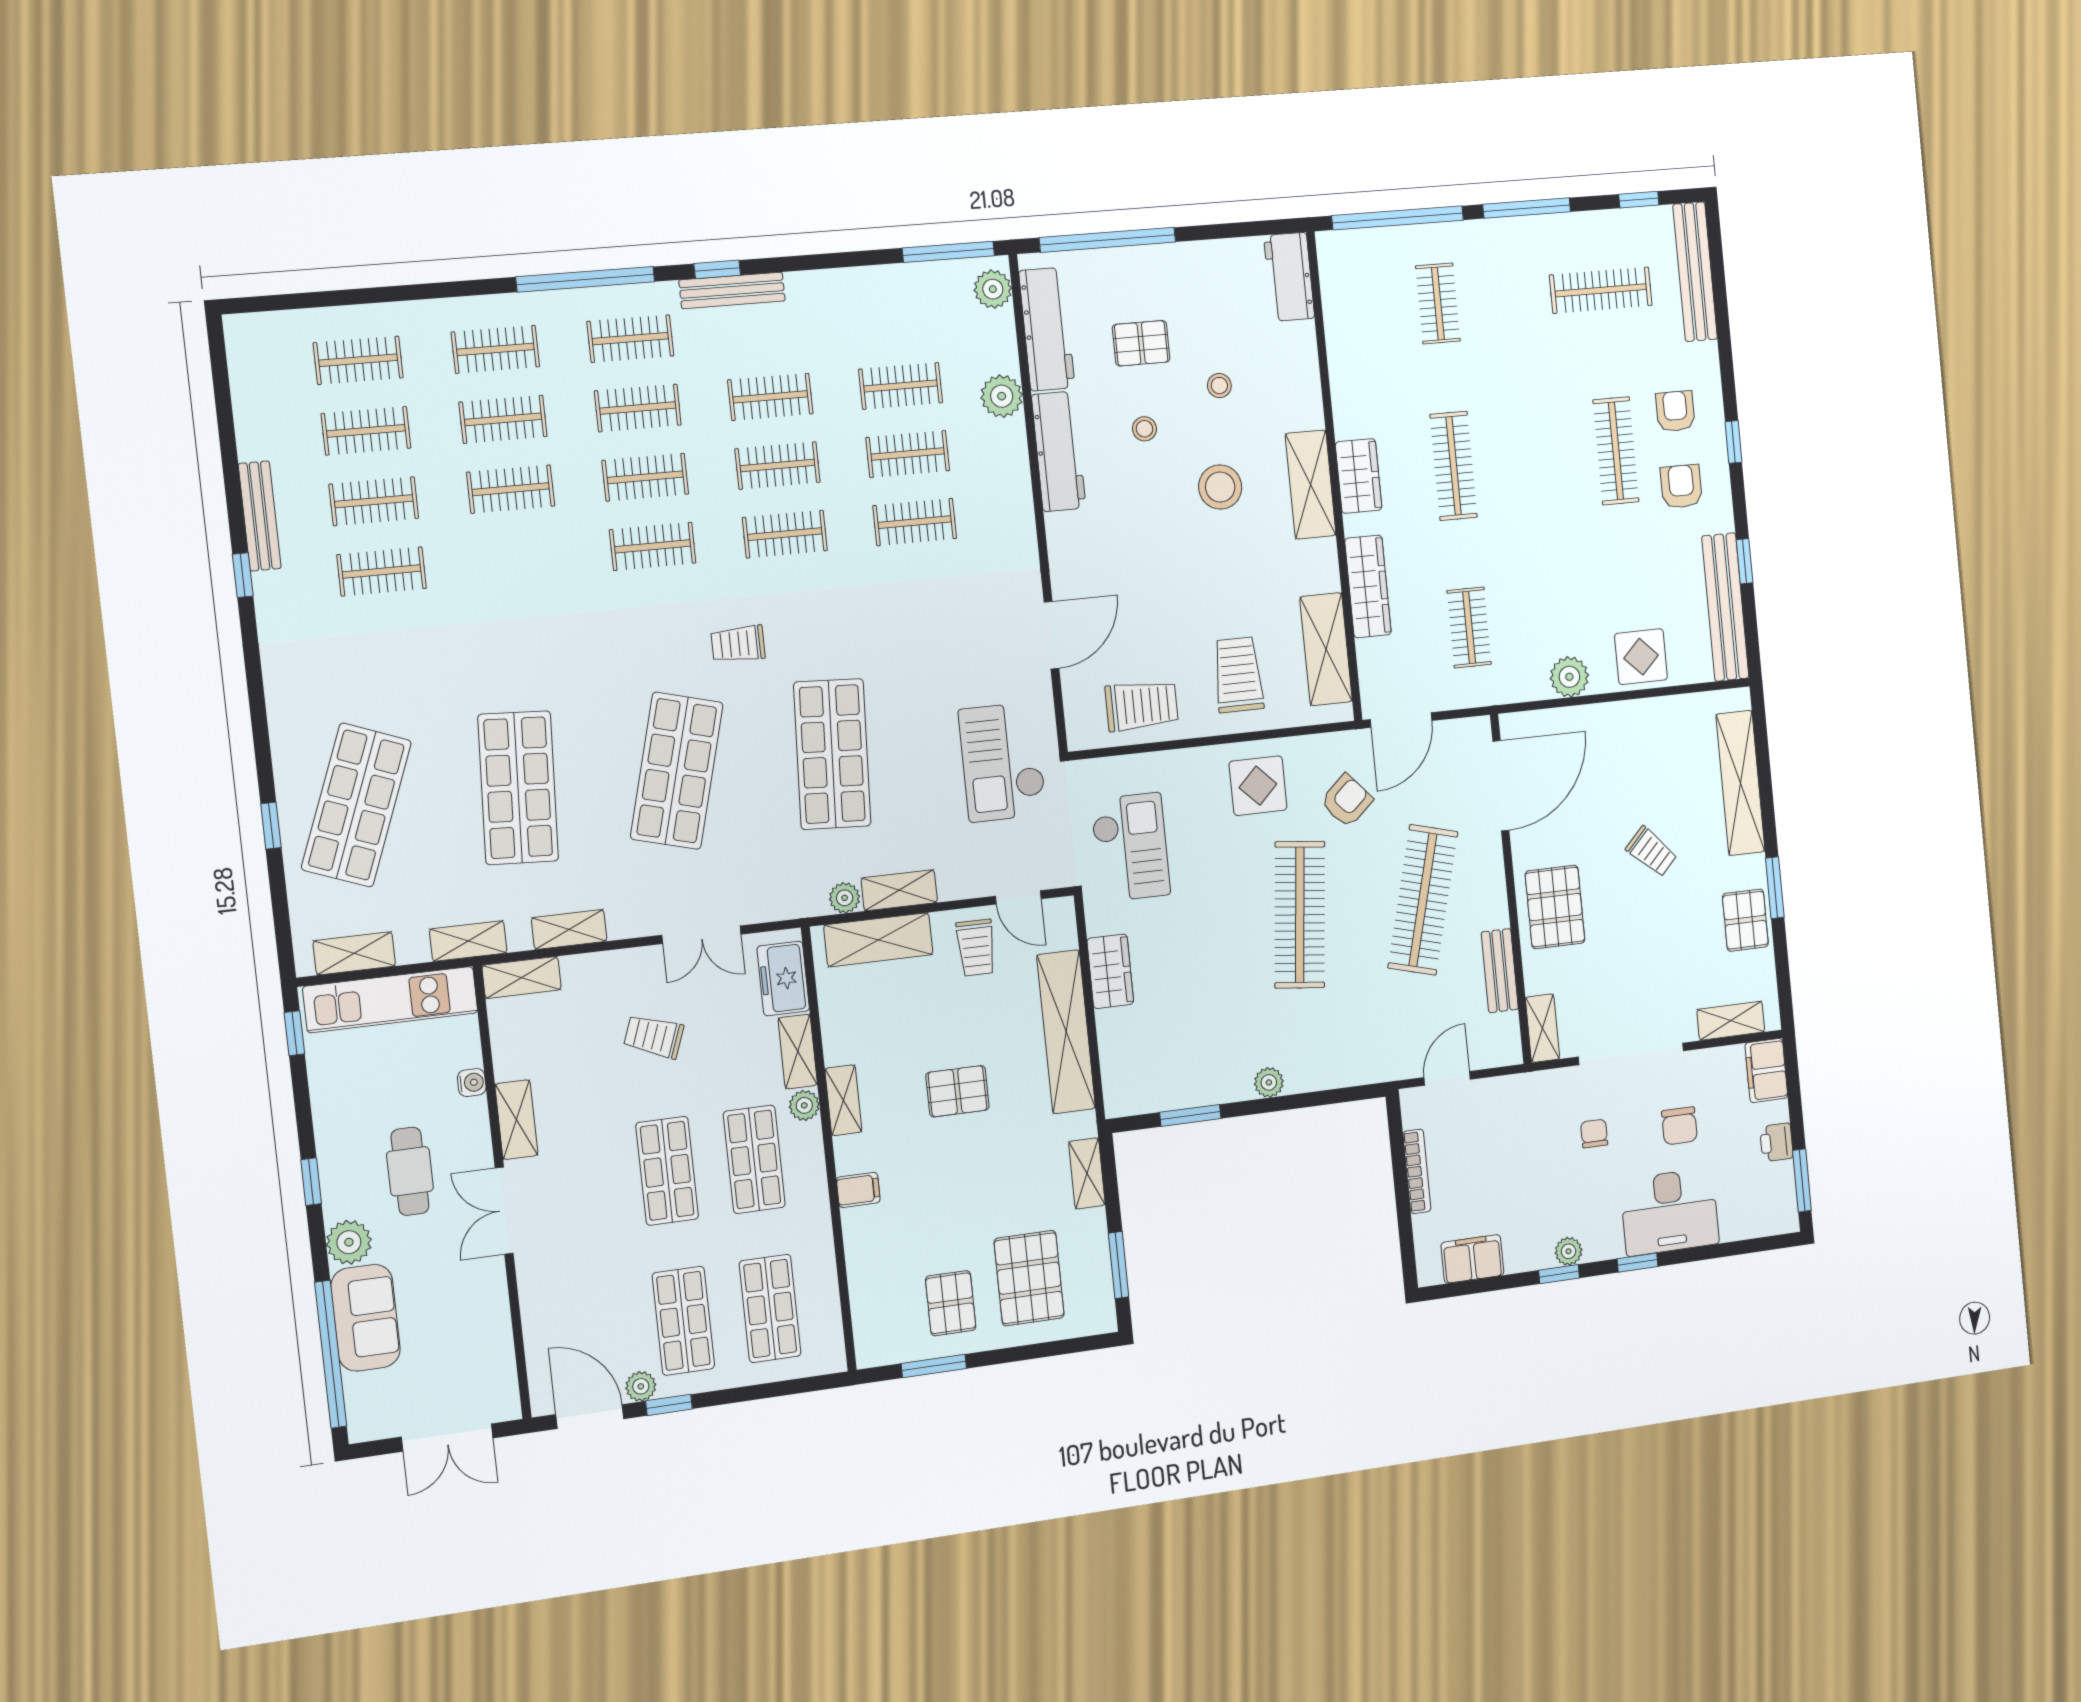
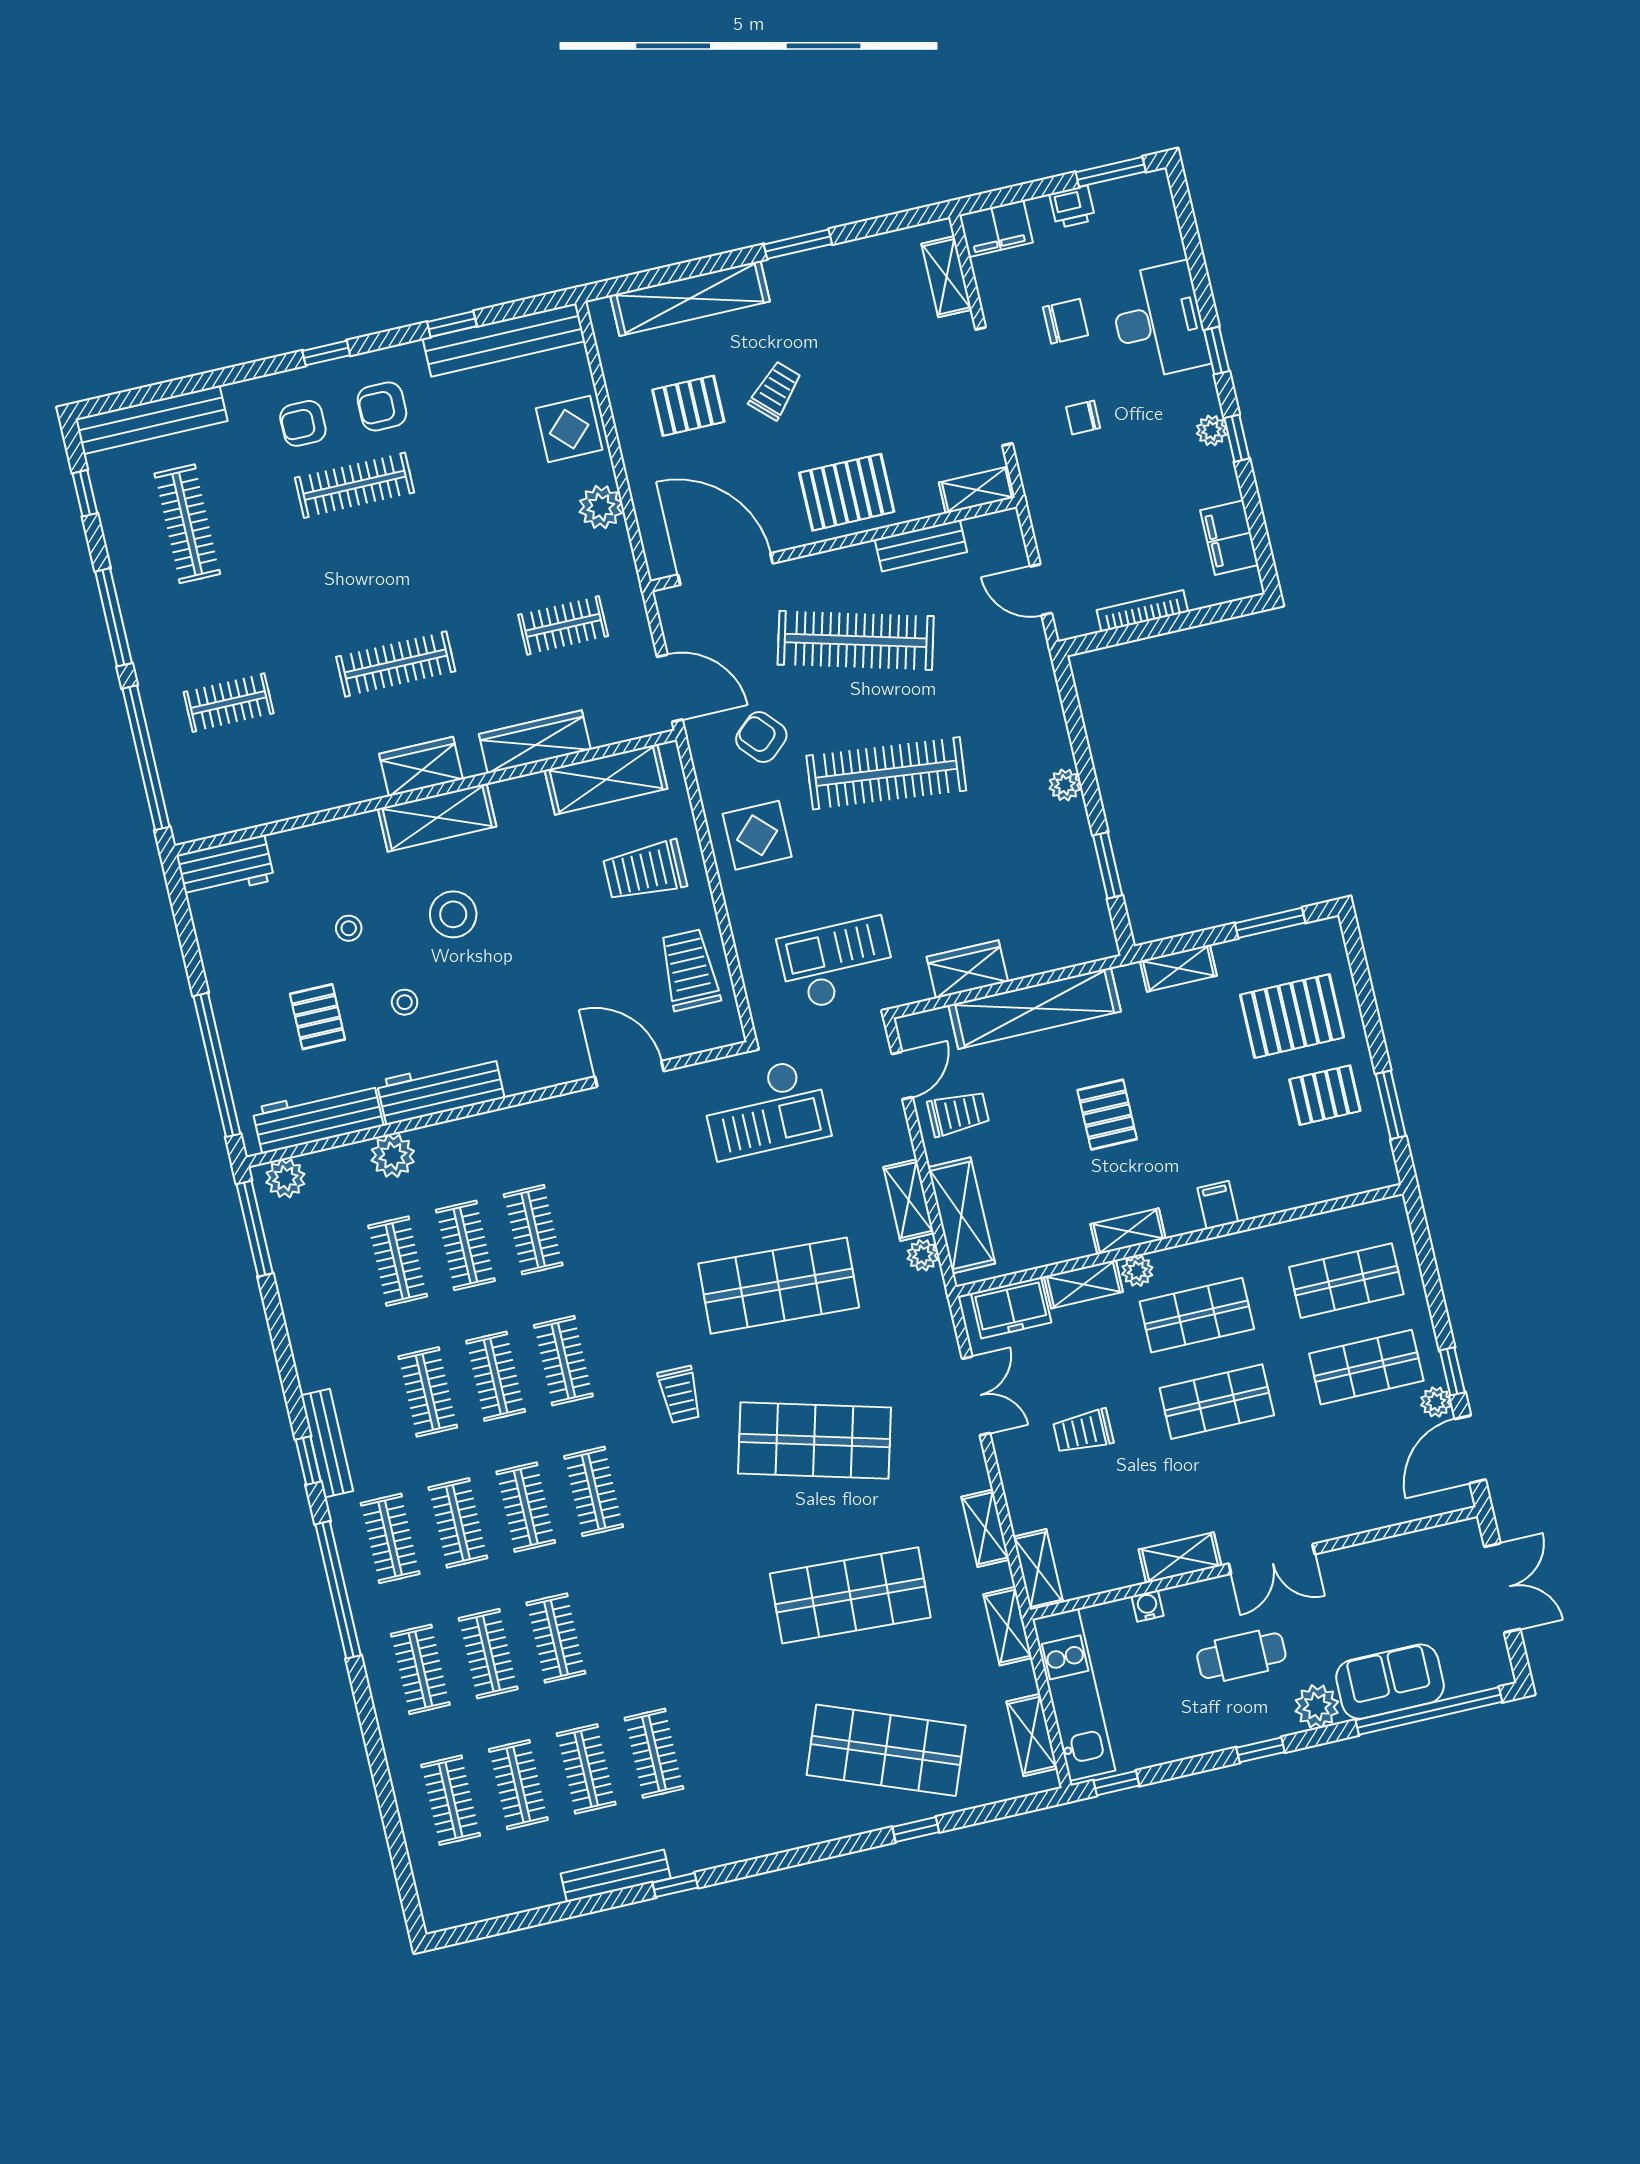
pallet: (1745, 920) -> (688, 406), moved
trolley: (654, 1036) -> (1083, 1431), turned 70

